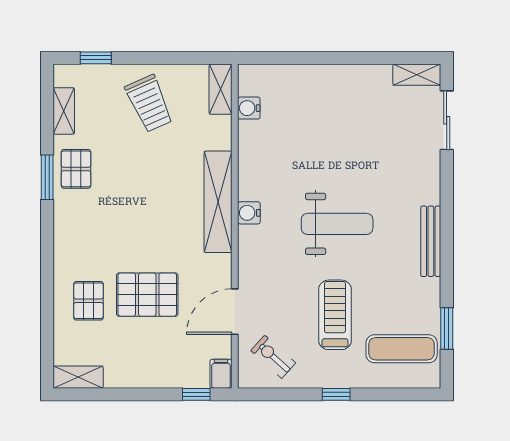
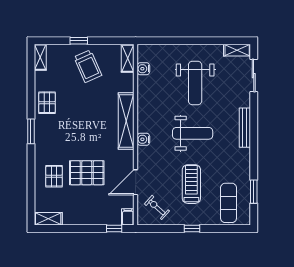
window: (96, 58) -> (79, 41), moved
shelving: (64, 111) -> (40, 57), moved
weight bench: (342, 134) -> (195, 83), added
window: (47, 177) -> (31, 131), moved
water cooler: (249, 213) -> (143, 139), moved
bench: (431, 241) -> (245, 128), moved
exercise mat: (402, 349) -> (229, 203), turned 90

